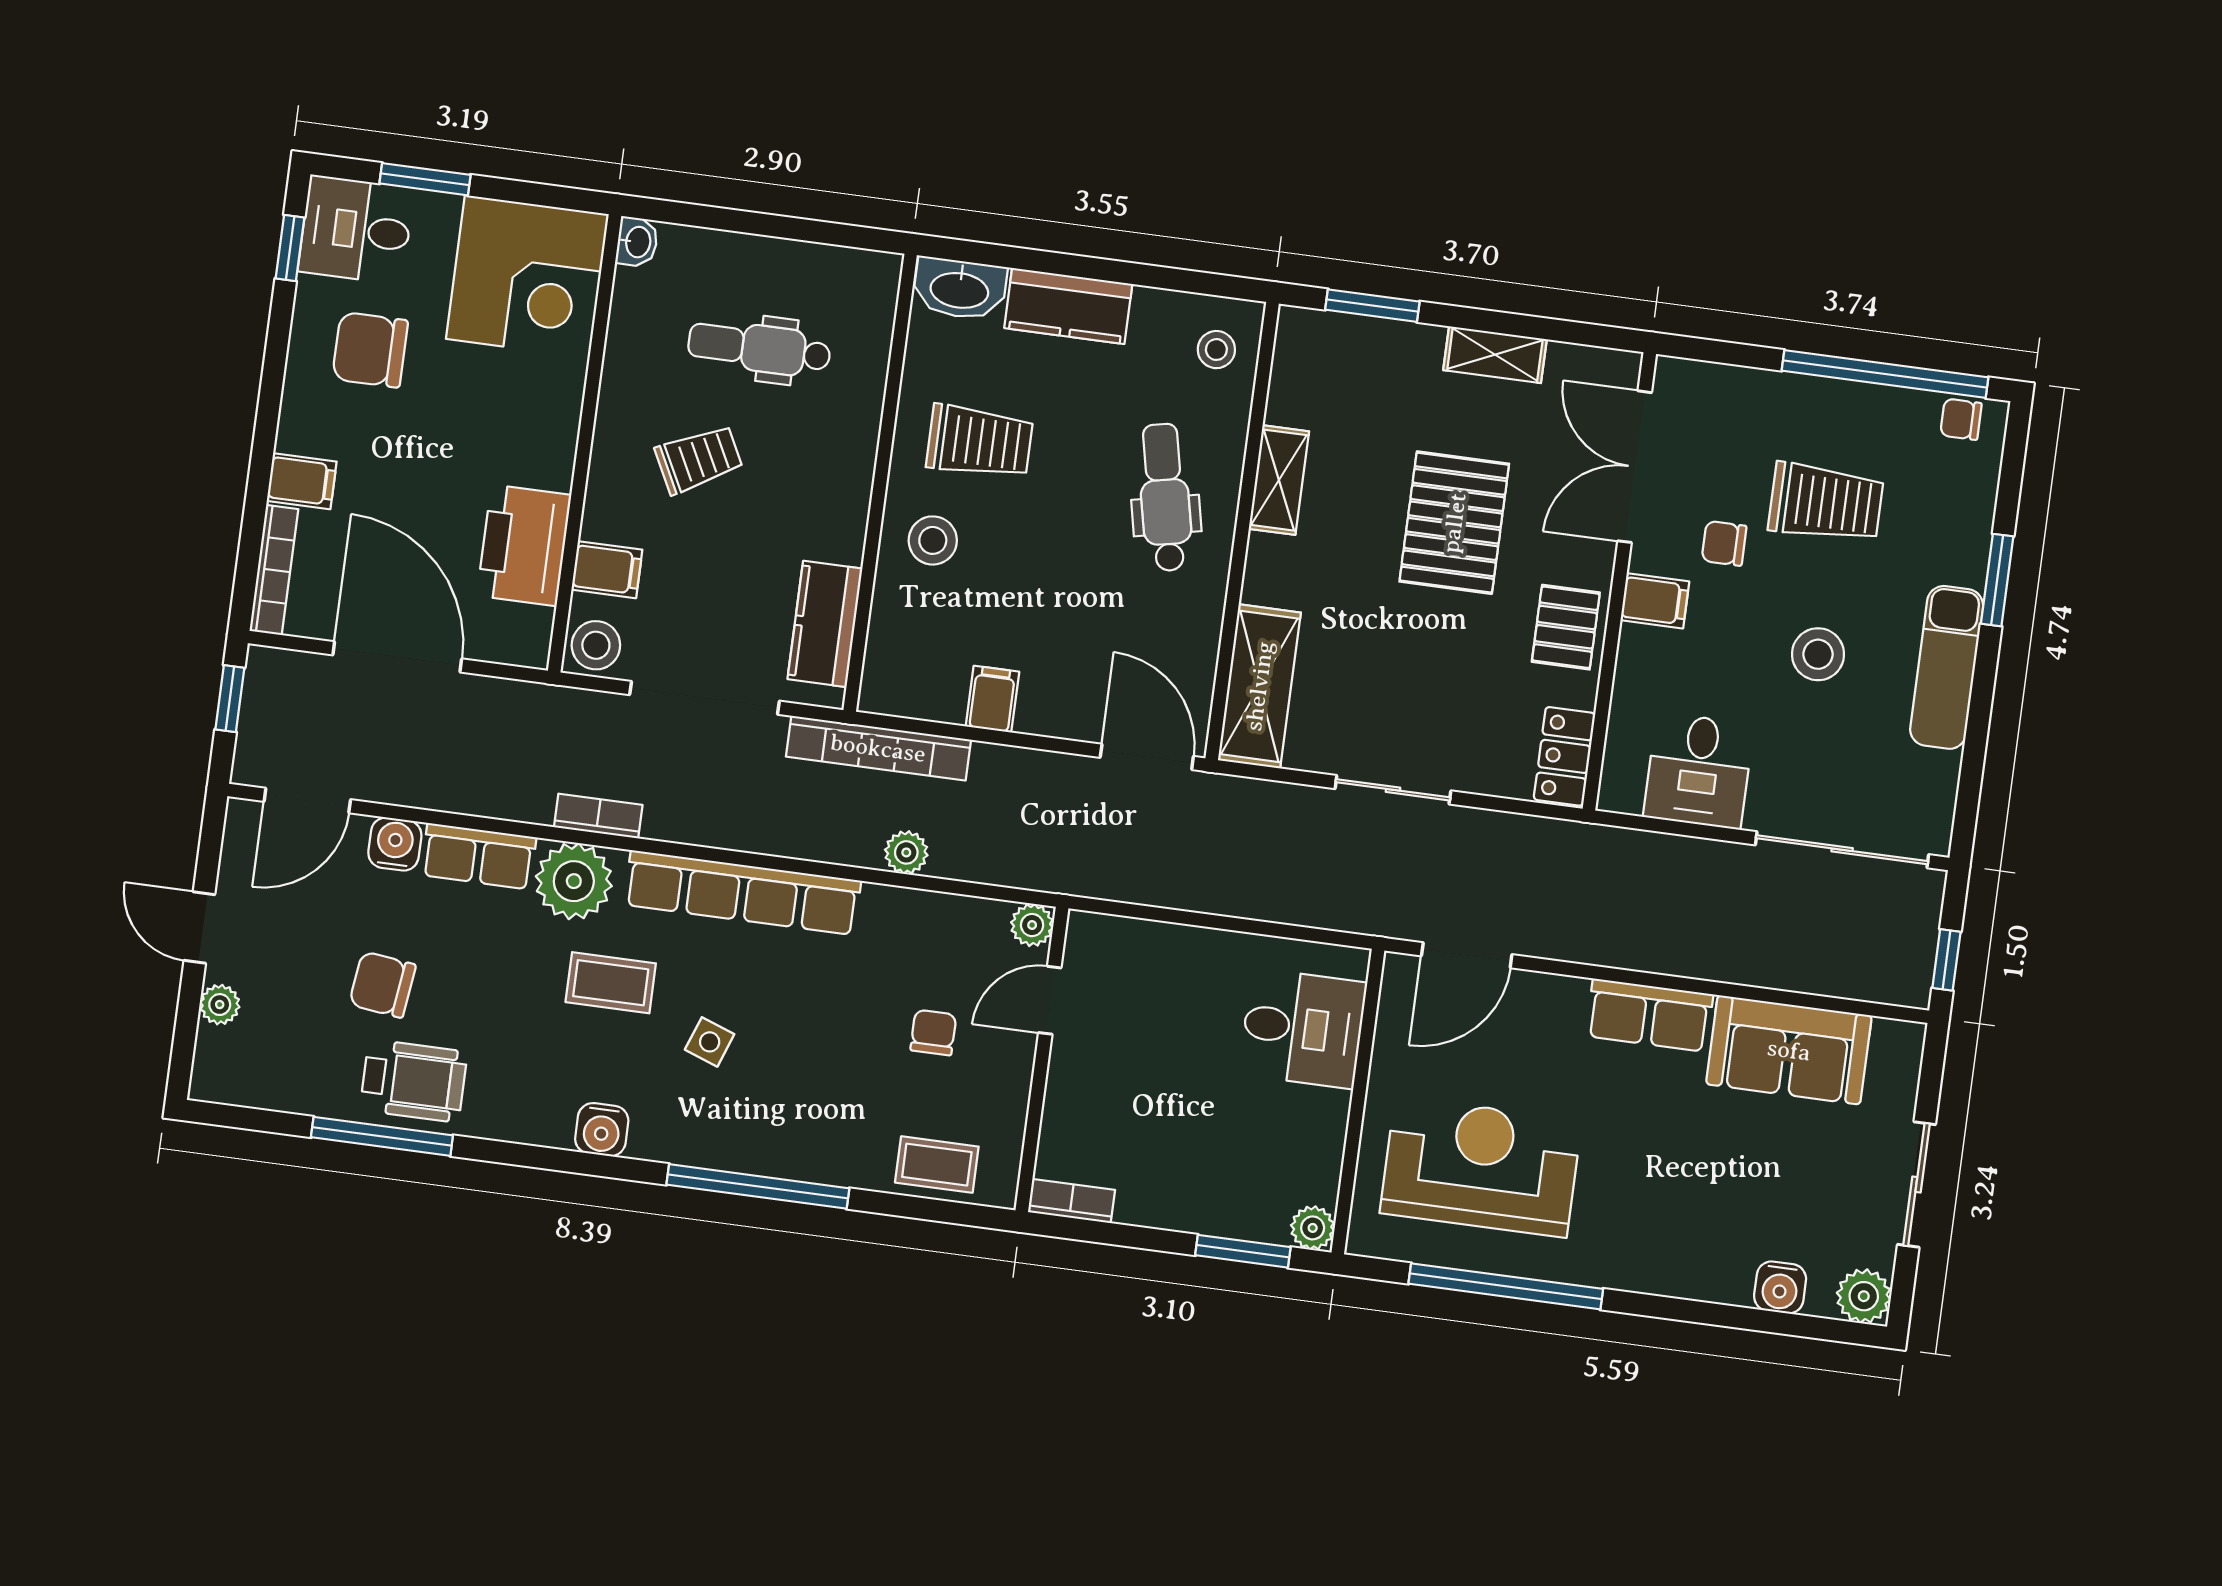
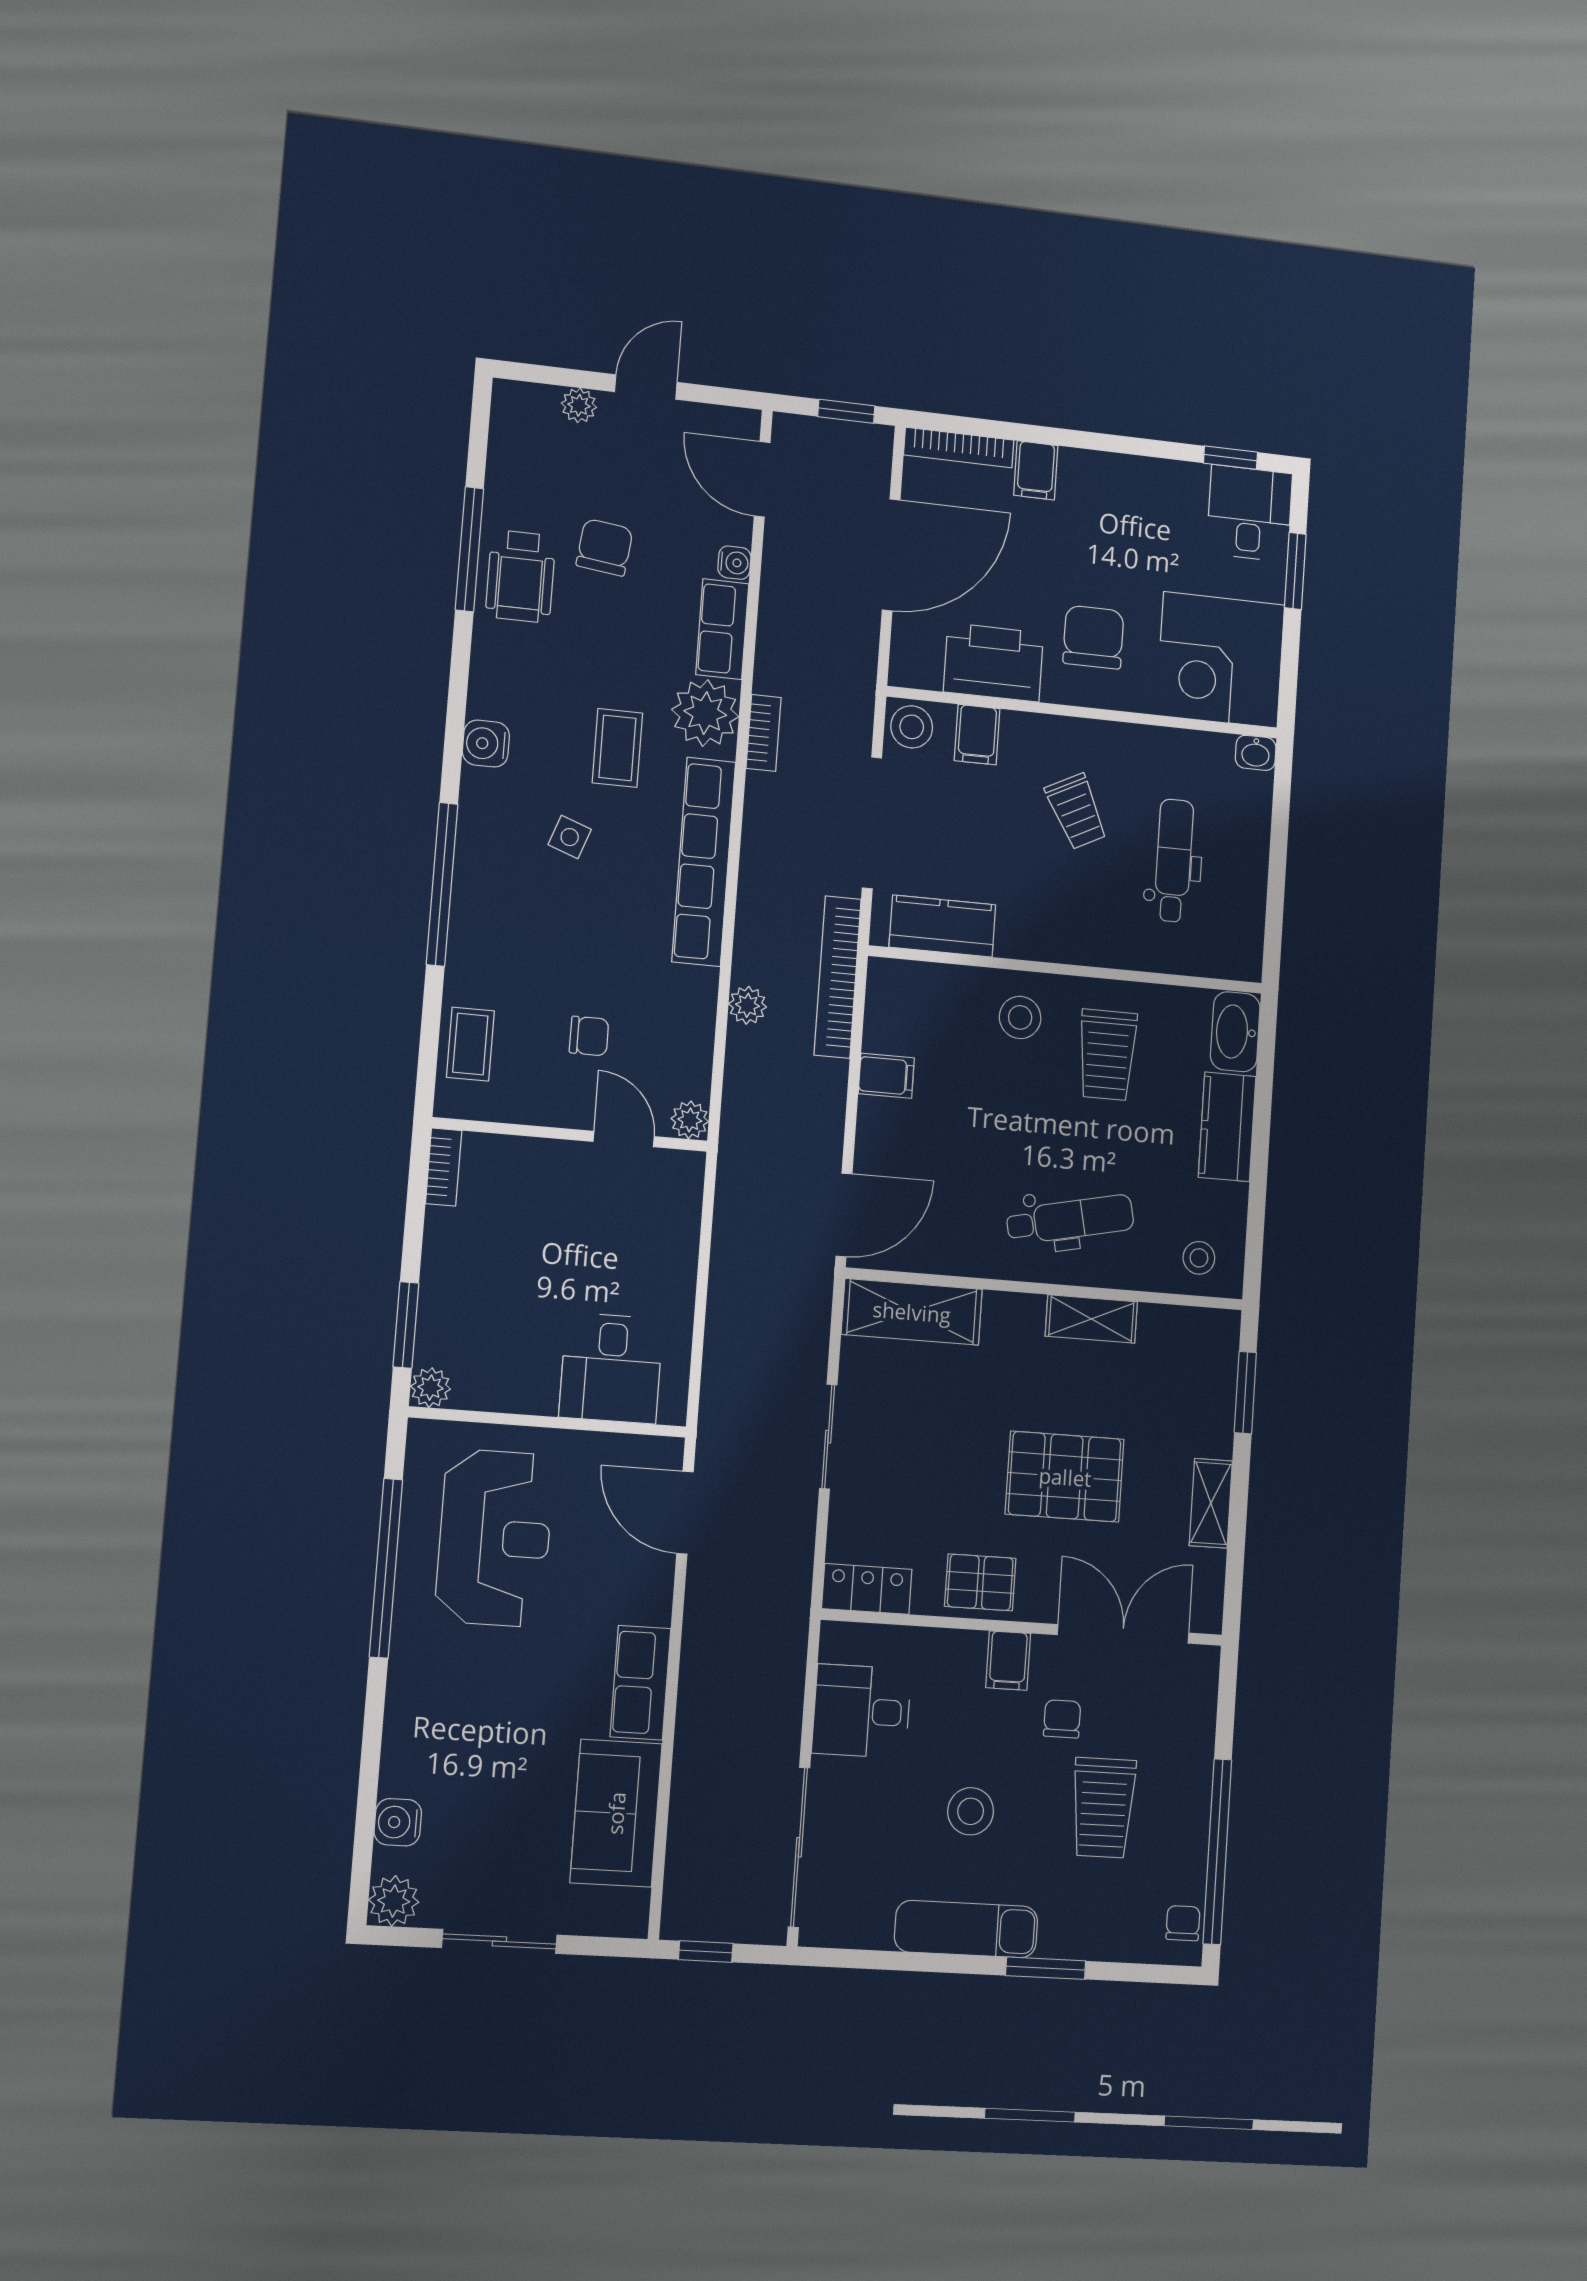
chair: (370, 350) -> (1093, 637), moved
water cooler: (395, 844) -> (734, 563), width x0.72, depth x0.72

